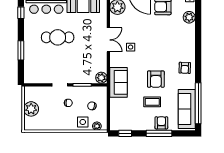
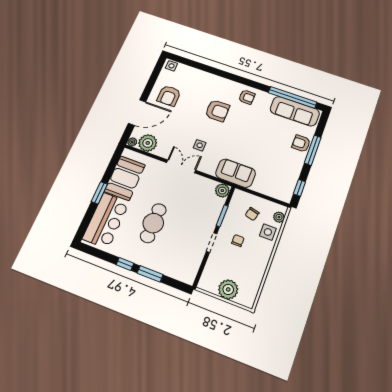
window: (21, 13) -> (125, 264), moved
plant: (189, 17) -> (192, 74), removed
armchair: (156, 79) -> (217, 111), moved
coffee table: (152, 102) -> (273, 145), removed

